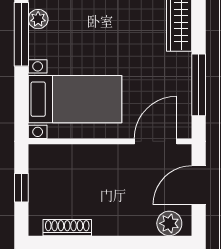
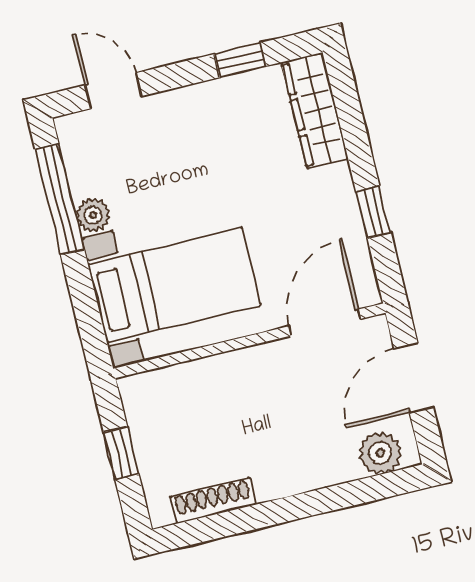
plant: (38, 19) -> (93, 215), moved
window: (199, 85) -> (373, 212), width x0.46

